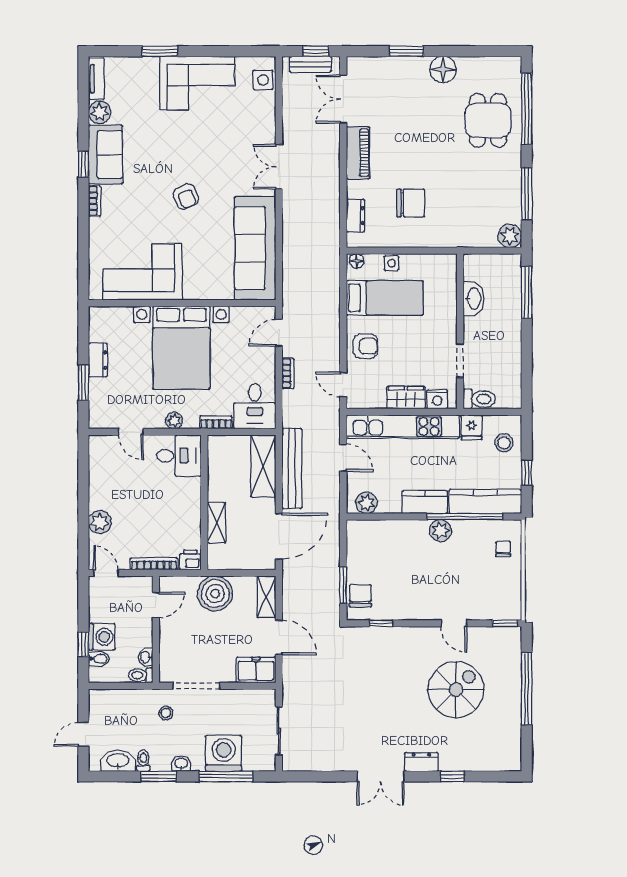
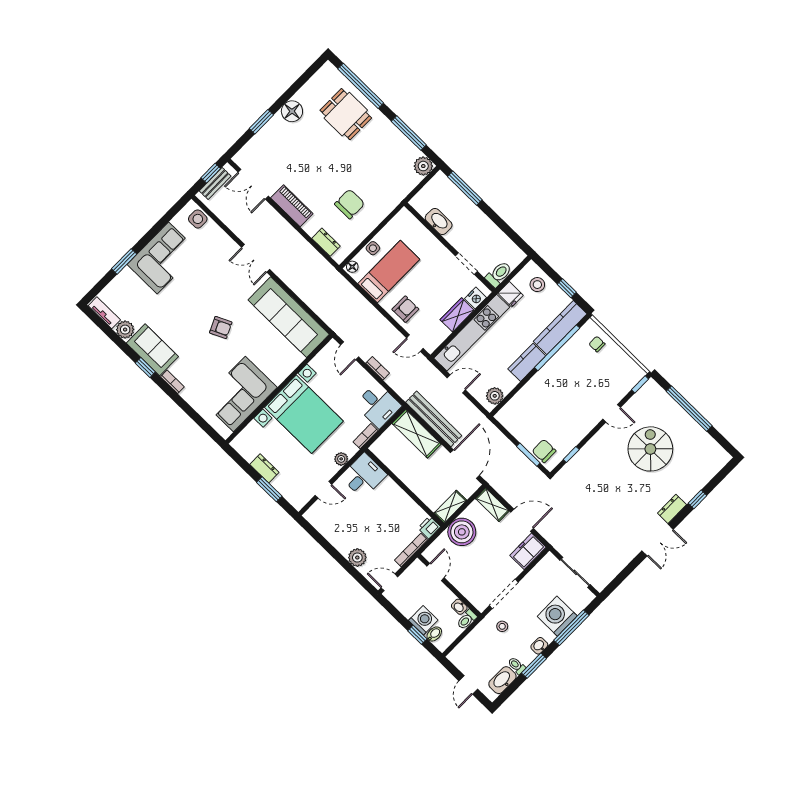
shelving: (216, 523) -> (450, 507), moved, turned 90
plant: (440, 531) -> (552, 369), removed

